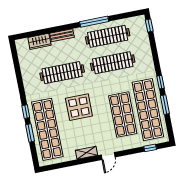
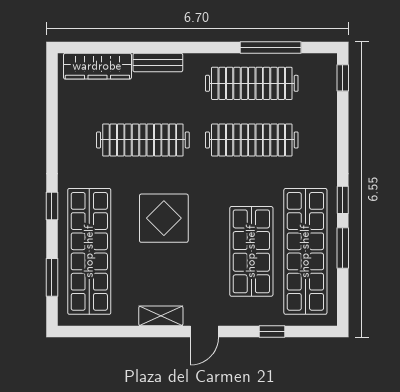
window: (94, 22) -> (271, 47), moved
wardrobe: (39, 41) -> (97, 66), width x1.50
window: (30, 133) -> (52, 277), moved
window: (150, 148) -> (272, 331), moved

